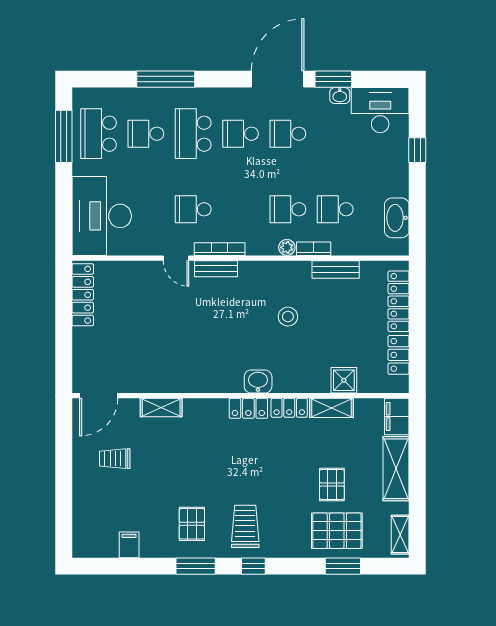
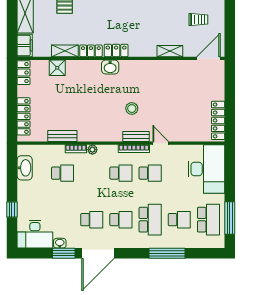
school desk: (288, 209) -> (121, 173), moved
stool: (288, 317) -> (132, 109), moved
locker: (399, 355) -> (24, 73), moved

